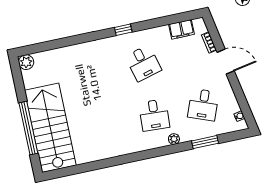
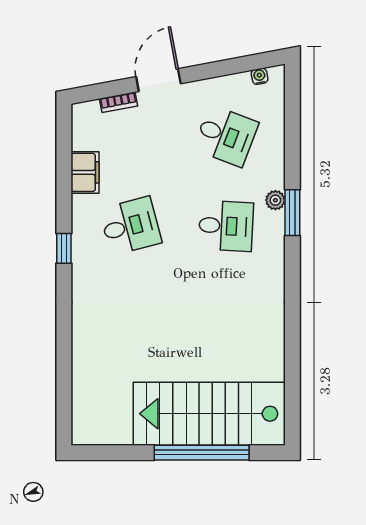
filing cabinet: (182, 29) -> (85, 172), moved
plant: (26, 62) -> (85, 432), removed
window: (205, 142) -> (292, 213), moved

